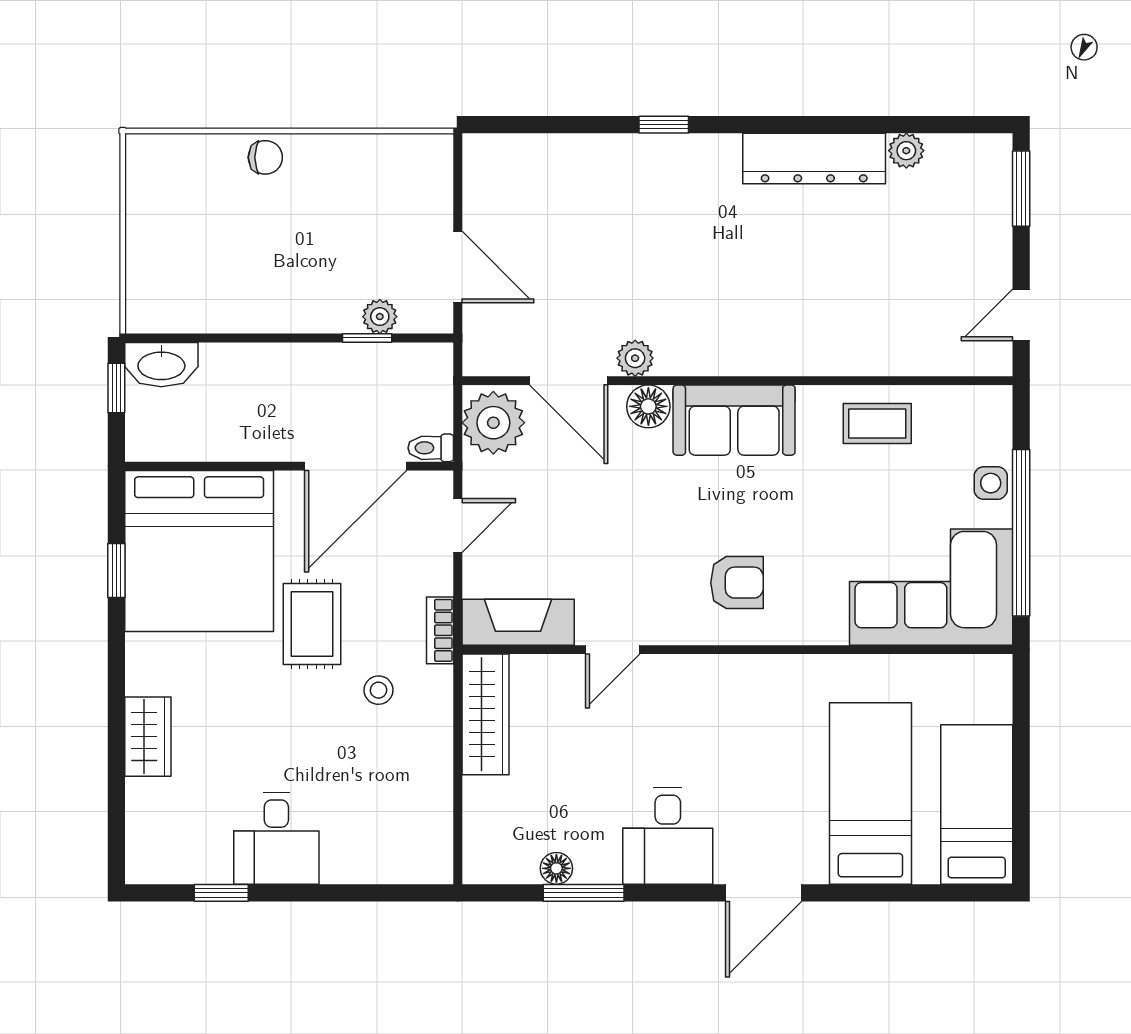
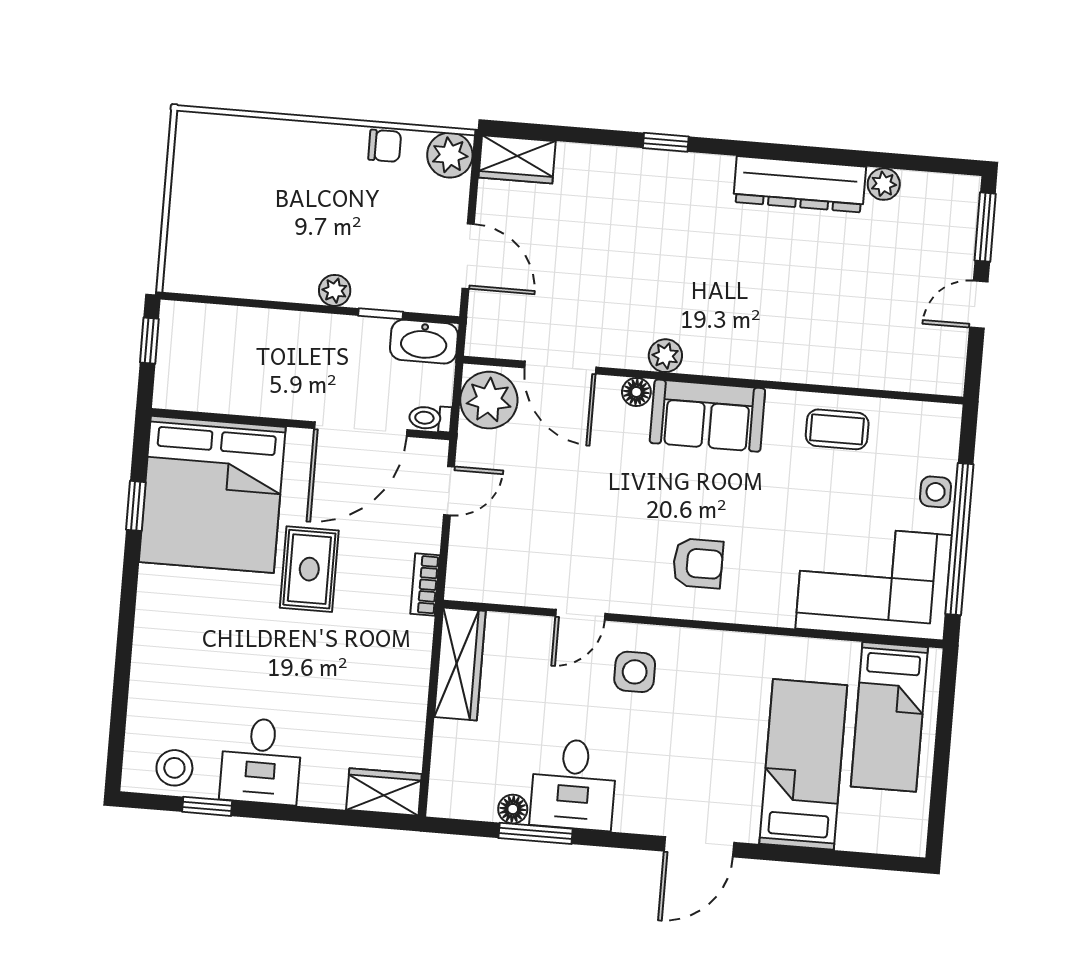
chair: (265, 157) -> (385, 146), moved
wardrobe: (503, 157) -> (517, 159), added
plant: (429, 158) -> (450, 155), added
door: (1021, 315) -> (979, 305), moved
plant: (380, 317) -> (335, 290), moved
plant: (635, 358) -> (665, 356), moved
washbasin: (161, 365) -> (424, 342), moved
floor lamp: (648, 406) -> (636, 392), width x0.73, depth x0.73
fireplace: (518, 622) -> (496, 583), removed
stool: (378, 690) -> (174, 768), moved, width x1.37, depth x1.37
side table: (678, 707) -> (635, 672), added
wardrobe: (148, 737) -> (384, 792), moved, turned -90
bed: (977, 805) -> (889, 717), moved, turned 180
desk: (668, 836) -> (574, 784), moved

